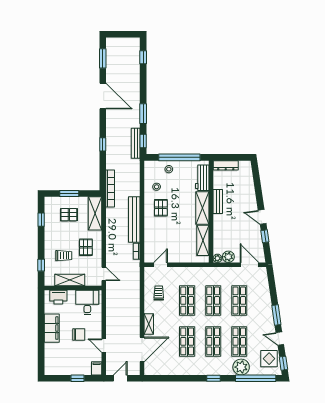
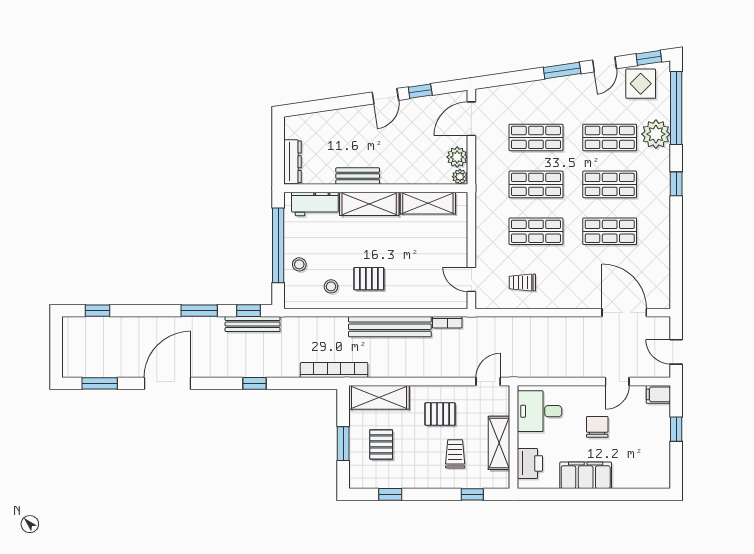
shelving: (149, 324) -> (578, 300), removed

